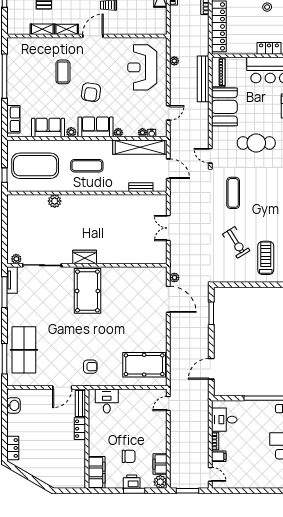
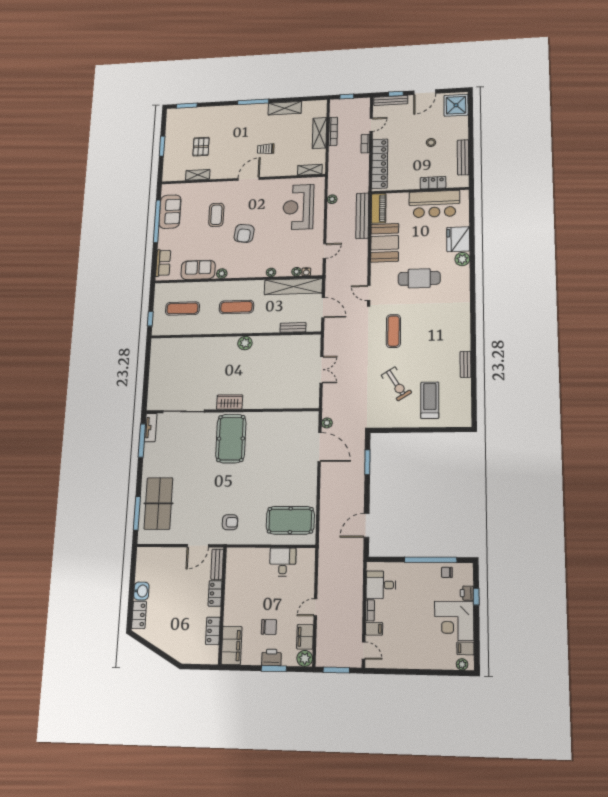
shelving: (67, 29) -> (310, 170), moved
sofa: (96, 127) -> (170, 212), moved, turned 90
exercise mat: (35, 166) -> (182, 308), width x0.50, depth x0.69
plant: (55, 201) -> (245, 343), moved
double door: (168, 228) -> (321, 370), swing flipped
plant: (16, 259) -> (157, 405), removed
desk: (107, 401) -> (283, 562), moved
door: (168, 403) -> (315, 607), moved
washbasin: (13, 405) -> (141, 591), moved
locker: (80, 461) -> (213, 631), added

